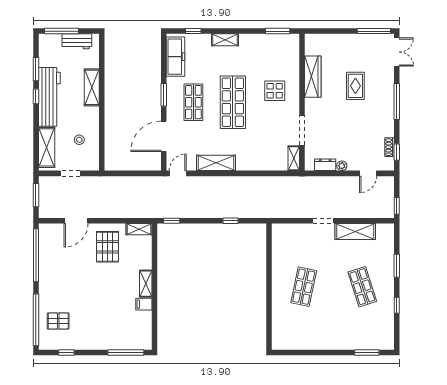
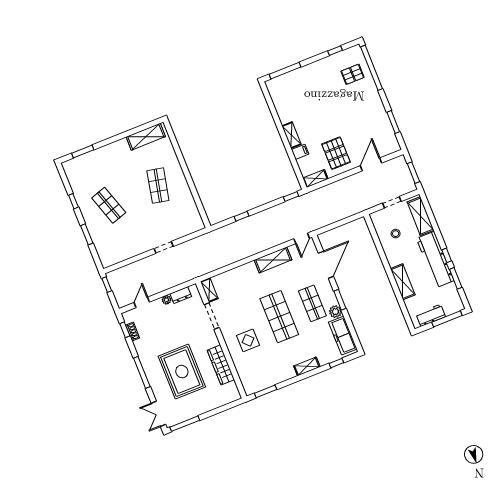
plant: (173, 84) -> (335, 312), added
rug: (355, 86) -> (182, 372), width x1.86, depth x2.06
shelving: (355, 232) -> (146, 137), moved
window: (36, 255) -> (393, 122), width x0.47
filing cabinet: (144, 304) -> (300, 152), moved

